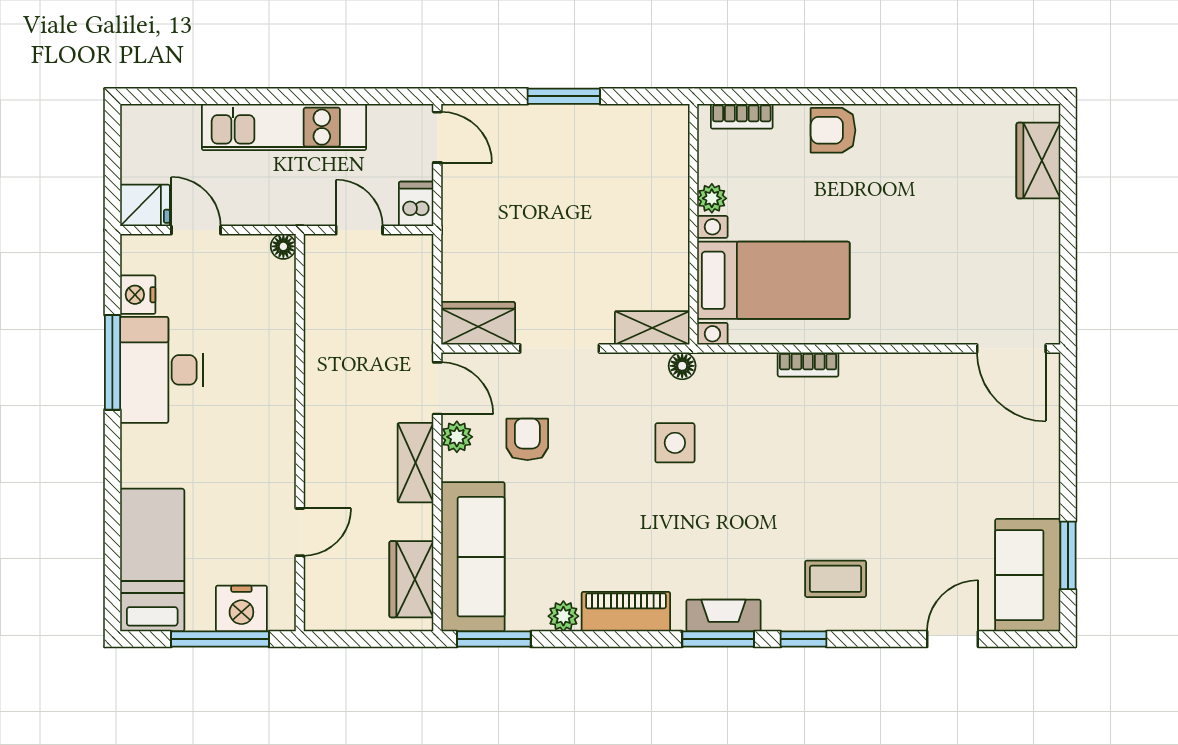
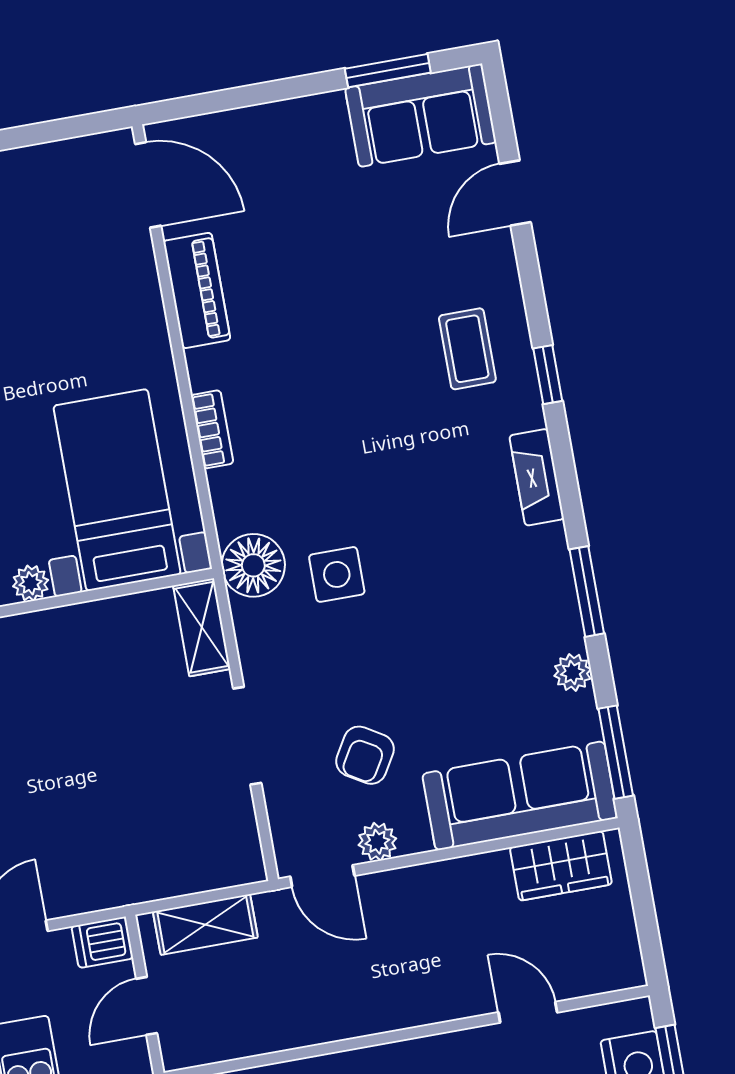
wardrobe: (478, 323) -> (234, 841), removed
door: (1011, 349) -> (148, 185), hinge flipped
floor lamp: (682, 366) -> (253, 565), width x1.89, depth x1.89
door: (437, 388) -> (322, 876), swing flipped
armchair: (527, 439) -> (365, 755), turned -59
shelving: (416, 463) -> (205, 925), moved
piano: (626, 612) -> (197, 290), moved, turned 180
window: (718, 639) -> (587, 591), moved
door: (953, 639) -> (515, 193), hinge flipped

